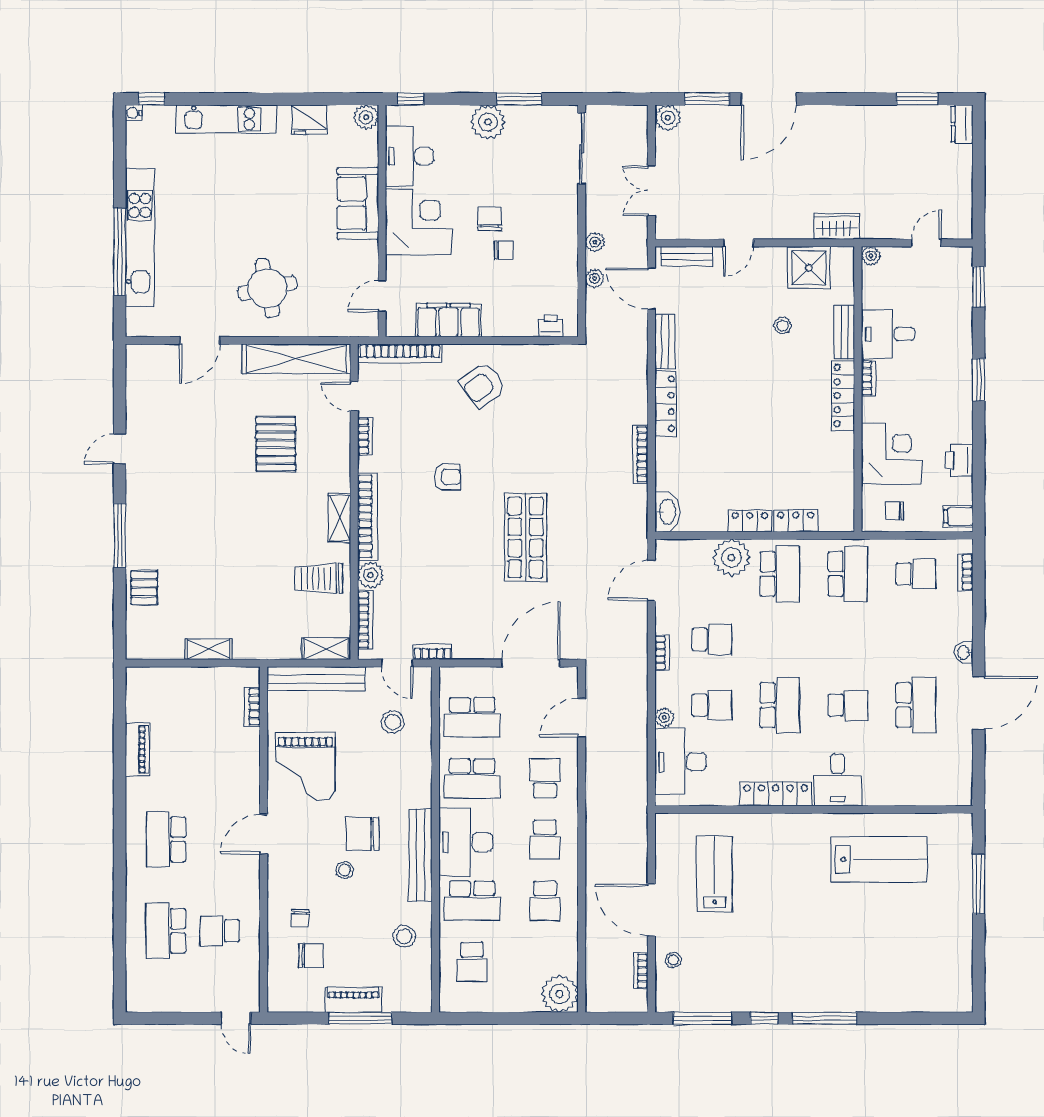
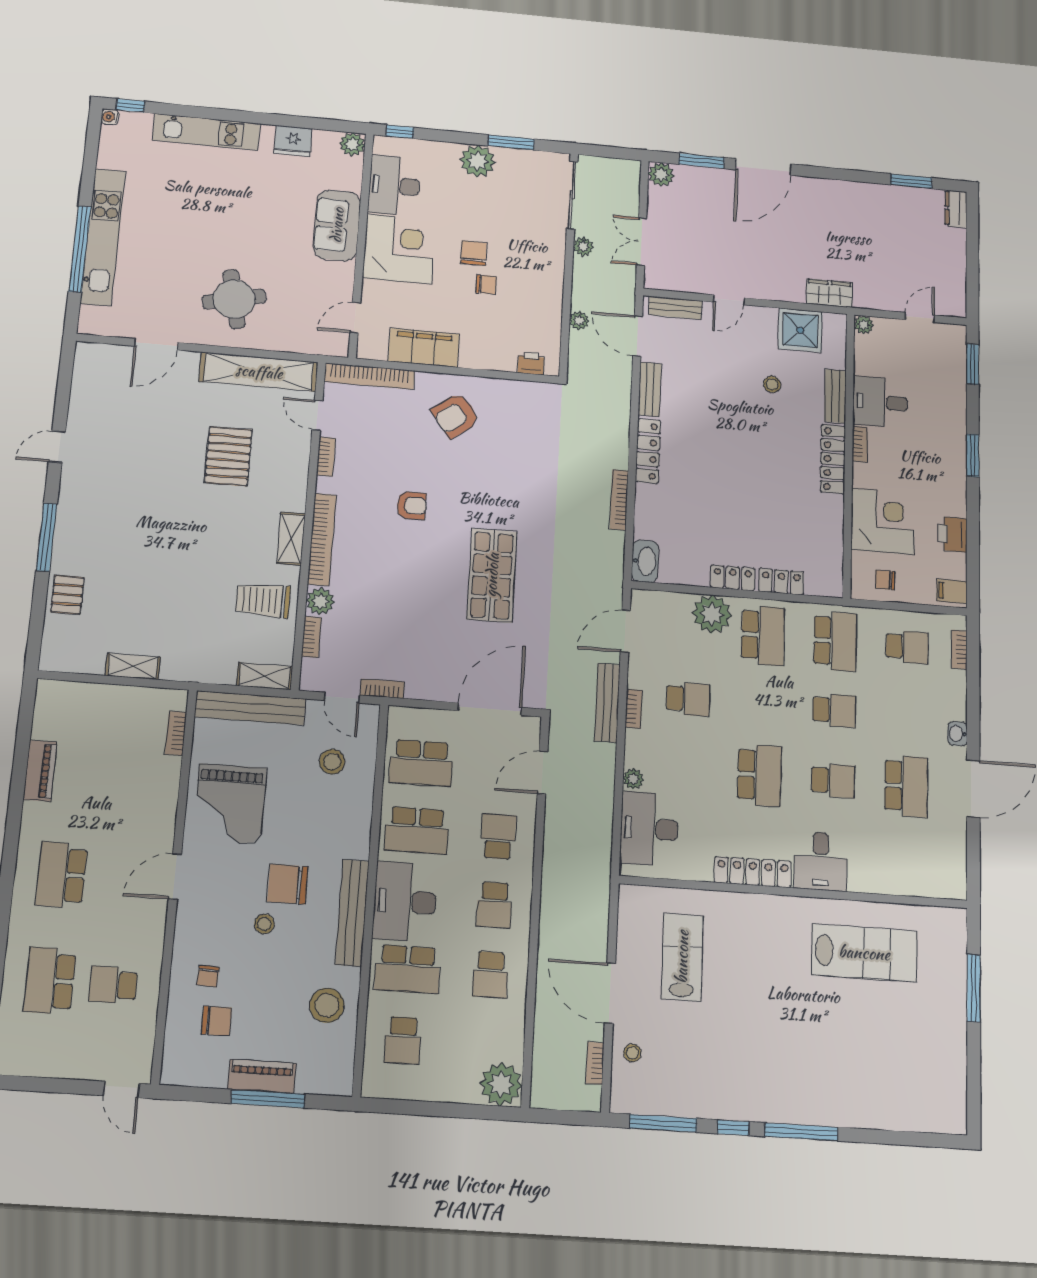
plant: (595, 242) -> (583, 247), moved
bookcase: (365, 620) -> (311, 637), width x0.64
bench: (638, 649) -> (607, 703), added
school desk: (712, 705) -> (834, 710), moved
stool: (404, 936) -> (327, 1005), width x1.38, depth x1.38

